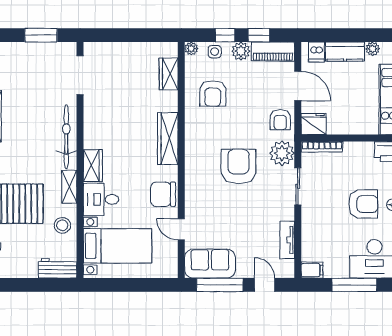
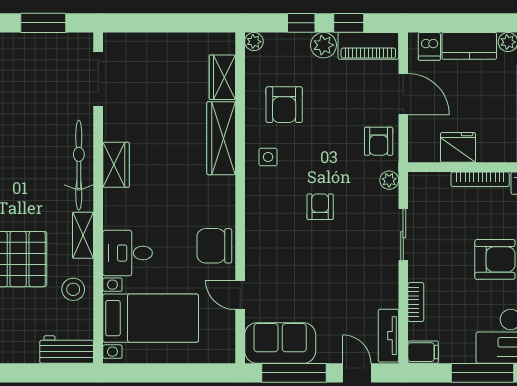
side table: (215, 52) -> (268, 157), moved
fridge: (314, 124) -> (458, 147), moved
wardrobe: (168, 139) -> (221, 138), moved
bookcase: (322, 147) -> (480, 179), moved
plant: (282, 153) -> (389, 180), width x0.53, depth x0.53
wardrobe: (93, 166) -> (116, 165), moved
armchair: (238, 166) -> (320, 207), width x0.53, depth x0.53
bookcase: (307, 234) -> (416, 302), added
tv unit: (287, 240) -> (388, 336), moved

